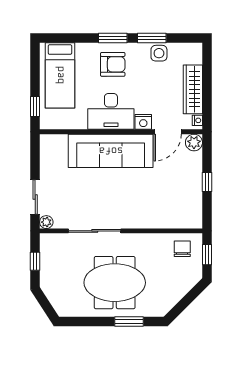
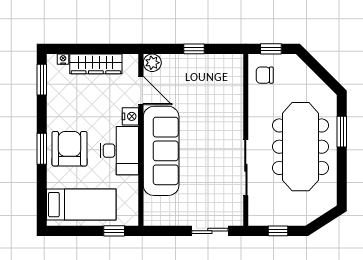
window: (152, 38) -> (42, 80), moved
side table: (159, 53) -> (58, 100), removed
armchair: (113, 64) -> (69, 149), width x1.36, depth x1.36
nightstand: (197, 120) -> (63, 59), moved
plant: (46, 222) -> (236, 219), removed
meeting table: (115, 283) -> (300, 147), width x1.36

